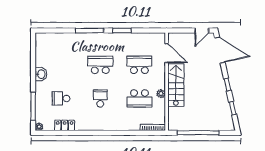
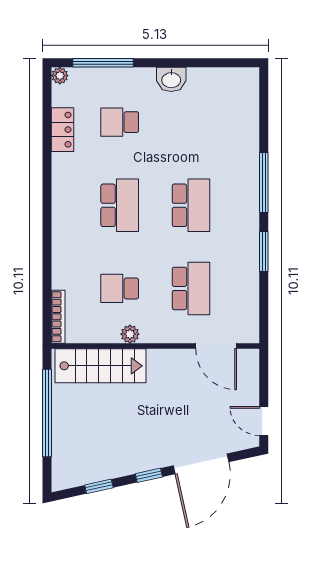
door: (220, 50) -> (201, 464), moved
door: (167, 53) -> (216, 346), hinge flipped
stairs: (176, 85) -> (100, 366), moved
school desk: (61, 98) -> (120, 122), turned -90
school desk: (100, 98) -> (120, 205), width x1.85
school desk: (139, 98) -> (120, 288), width x0.54

